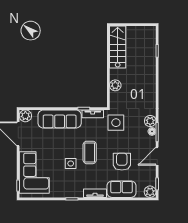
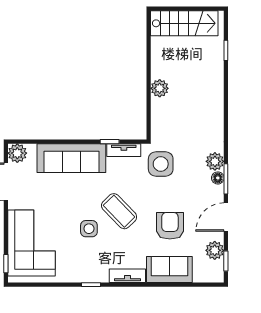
stairs: (118, 47) -> (184, 23), moved, turned 90
plant: (115, 85) -> (160, 88), moved
coffee table: (90, 152) -> (119, 211), turned -44
plant: (150, 192) -> (215, 250), moved

